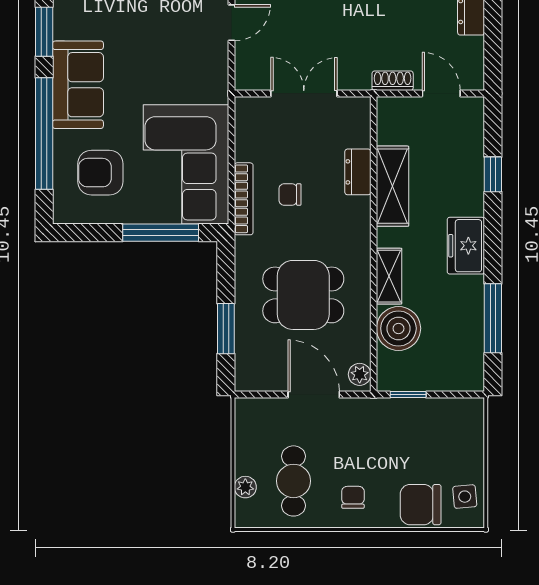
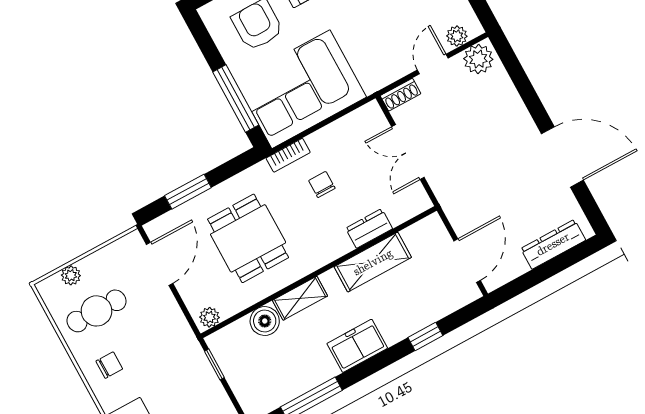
door: (232, 23) -> (433, 64), swing flipped
shoe rack: (393, 81) -> (401, 95), moved, turned 90
double door: (304, 93) -> (408, 152), swing flipped
door: (441, 93) -> (467, 261), width x1.38
bookcase: (244, 199) -> (288, 155), width x0.64
boiler: (398, 328) -> (265, 321), width x0.73, depth x0.73
door: (314, 395) -> (160, 264), moved

